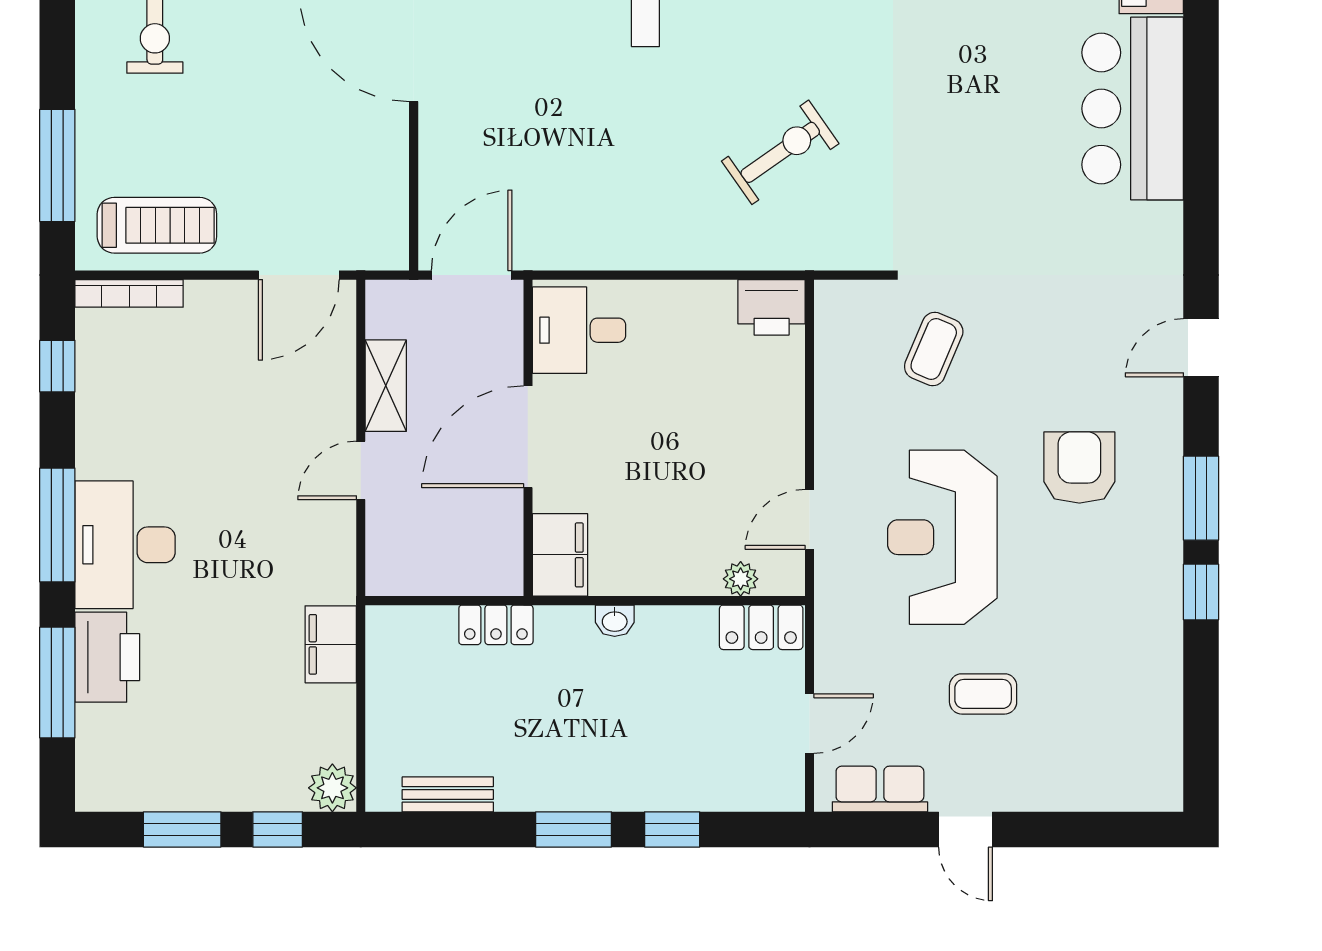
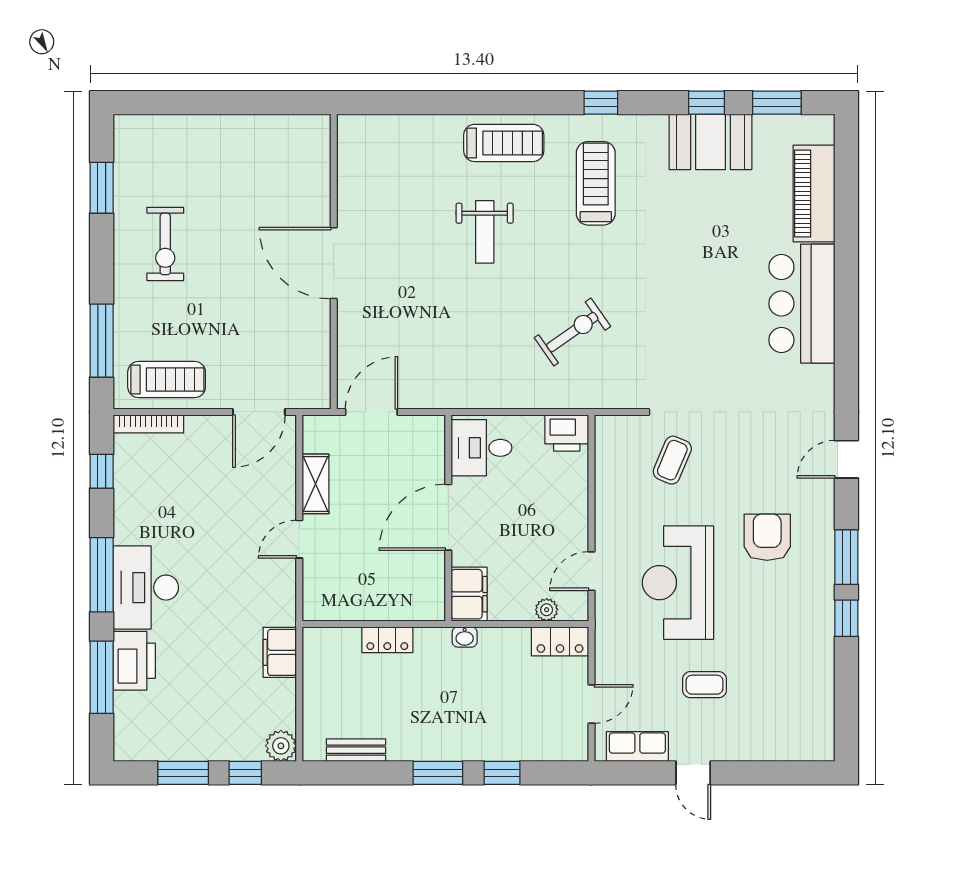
desk: (579, 330) -> (482, 448), moved
door: (528, 437) -> (448, 517), moved
wall: (528, 438) -> (448, 518), moved
filing cabinet: (560, 555) -> (469, 594), moved

